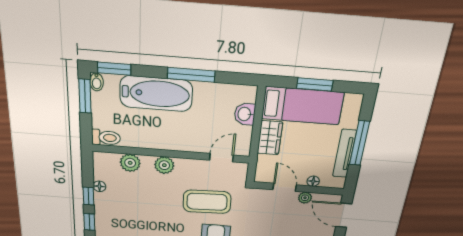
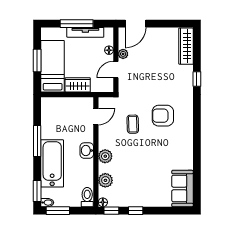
washbasin: (245, 114) -> (87, 151), moved, turned 90
door: (222, 158) -> (96, 117), swing flipped
floor lamp: (99, 186) -> (103, 202), moved
coffee table: (207, 202) -> (133, 124), width x0.54, depth x0.58
window: (89, 222) -> (111, 211), moved

